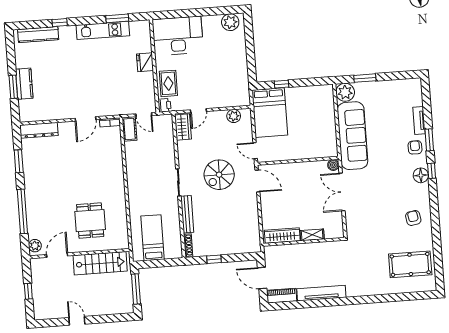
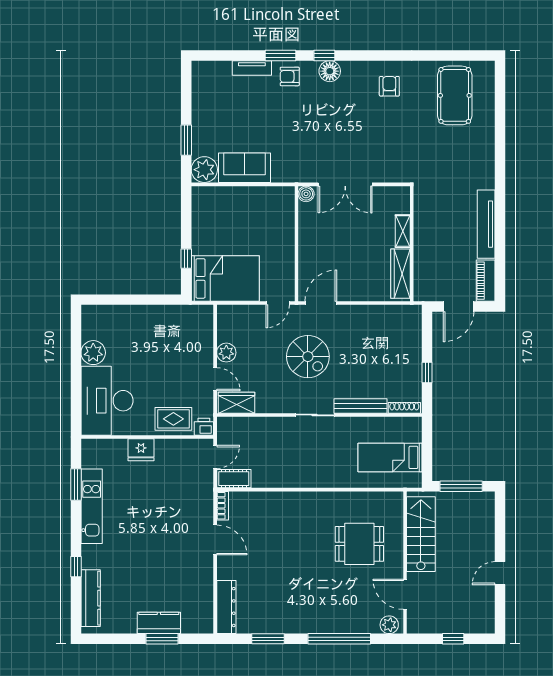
plant: (230, 22) -> (93, 353), moved
plant: (234, 116) -> (226, 353), moved
sofa: (352, 136) -> (245, 168), width x0.54, depth x0.79
armchair: (413, 218) -> (389, 86), turned 100

